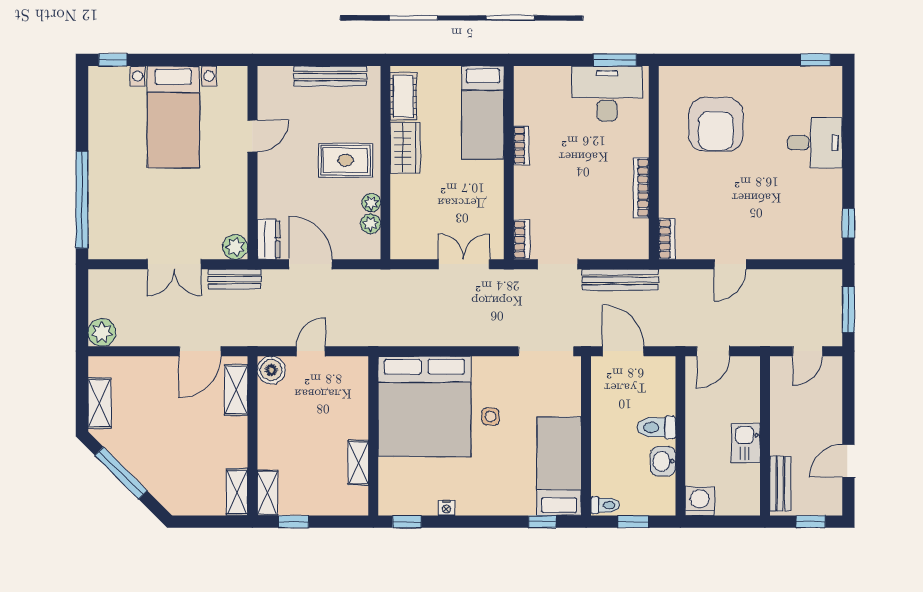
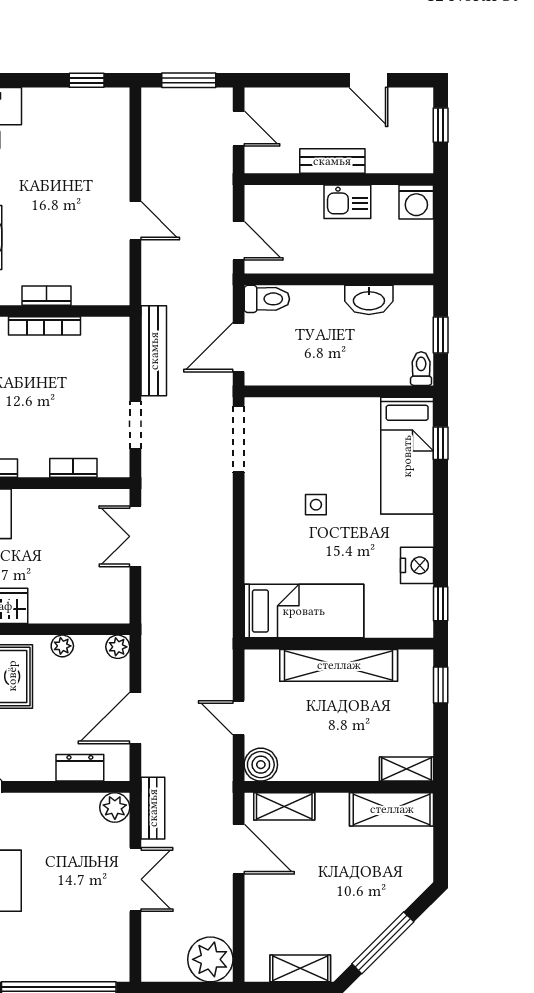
plant: (371, 224) -> (118, 647), moved
dresser: (269, 239) -> (80, 768), moved
bookcase: (667, 239) -> (47, 296), moved
bookcase: (521, 240) -> (73, 468), moved
plant: (102, 332) -> (210, 959), width x1.36, depth x1.36
bed: (424, 406) -> (304, 611), width x0.49
toilet: (656, 427) -> (267, 299), moved, turned -90
washbasin: (663, 461) -> (369, 300), width x1.38
shelving: (358, 463) -> (339, 665), width x2.20, depth x1.33
bed: (559, 466) -> (407, 456), moved, turned -90
bench: (780, 483) -> (332, 161), moved
shelving: (237, 492) -> (392, 809), width x1.50, depth x1.33
washing machine: (700, 501) -> (416, 202), moved, turned -90
nightstand: (447, 508) -> (417, 565), width x1.89, depth x1.79
window: (294, 522) -> (441, 685), moved

